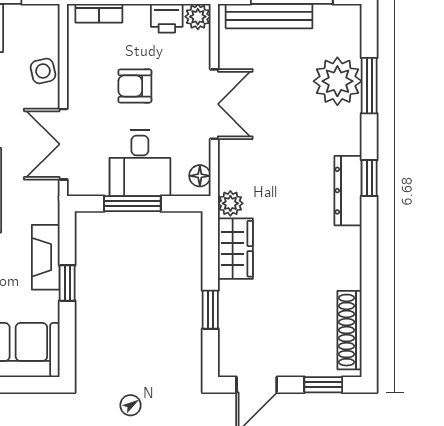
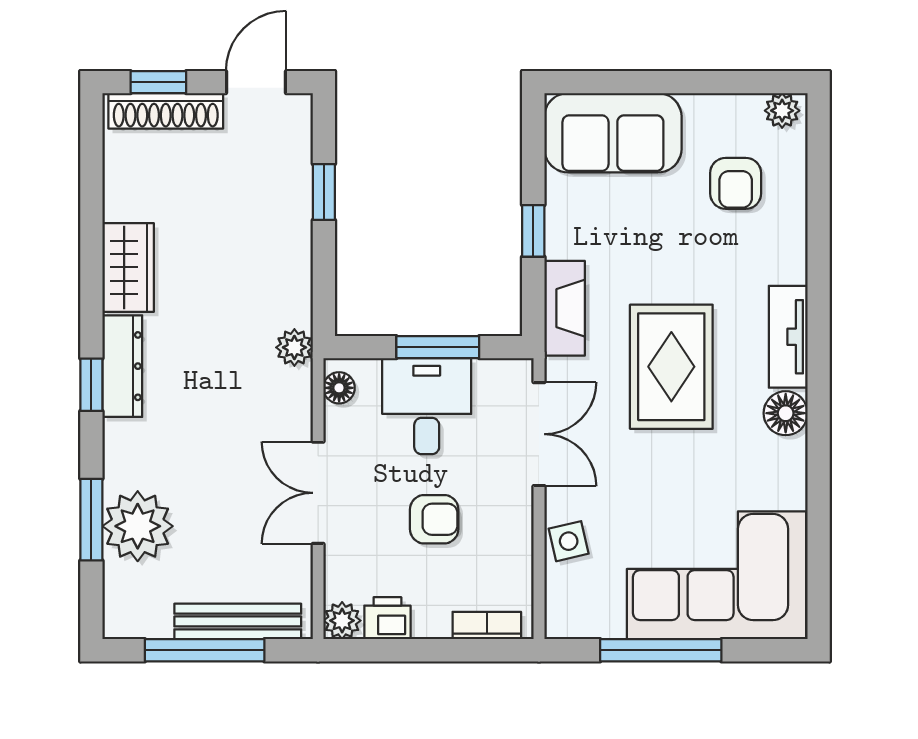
wardrobe: (235, 249) -> (128, 267), moved, turned 180
fireplace: (46, 257) -> (565, 308), moved
shoe rack: (349, 330) -> (166, 111), moved, turned 90

